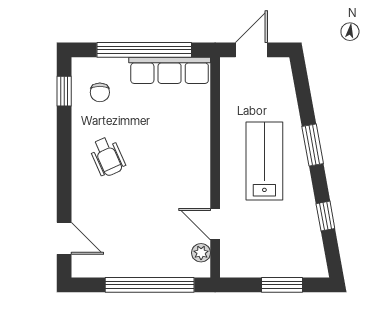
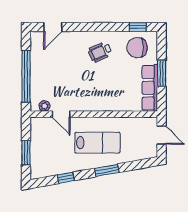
window: (144, 50) -> (162, 73), width x0.47
chair: (100, 92) -> (137, 48), width x1.87, depth x1.87
door: (215, 224) -> (61, 114), swing flipped

